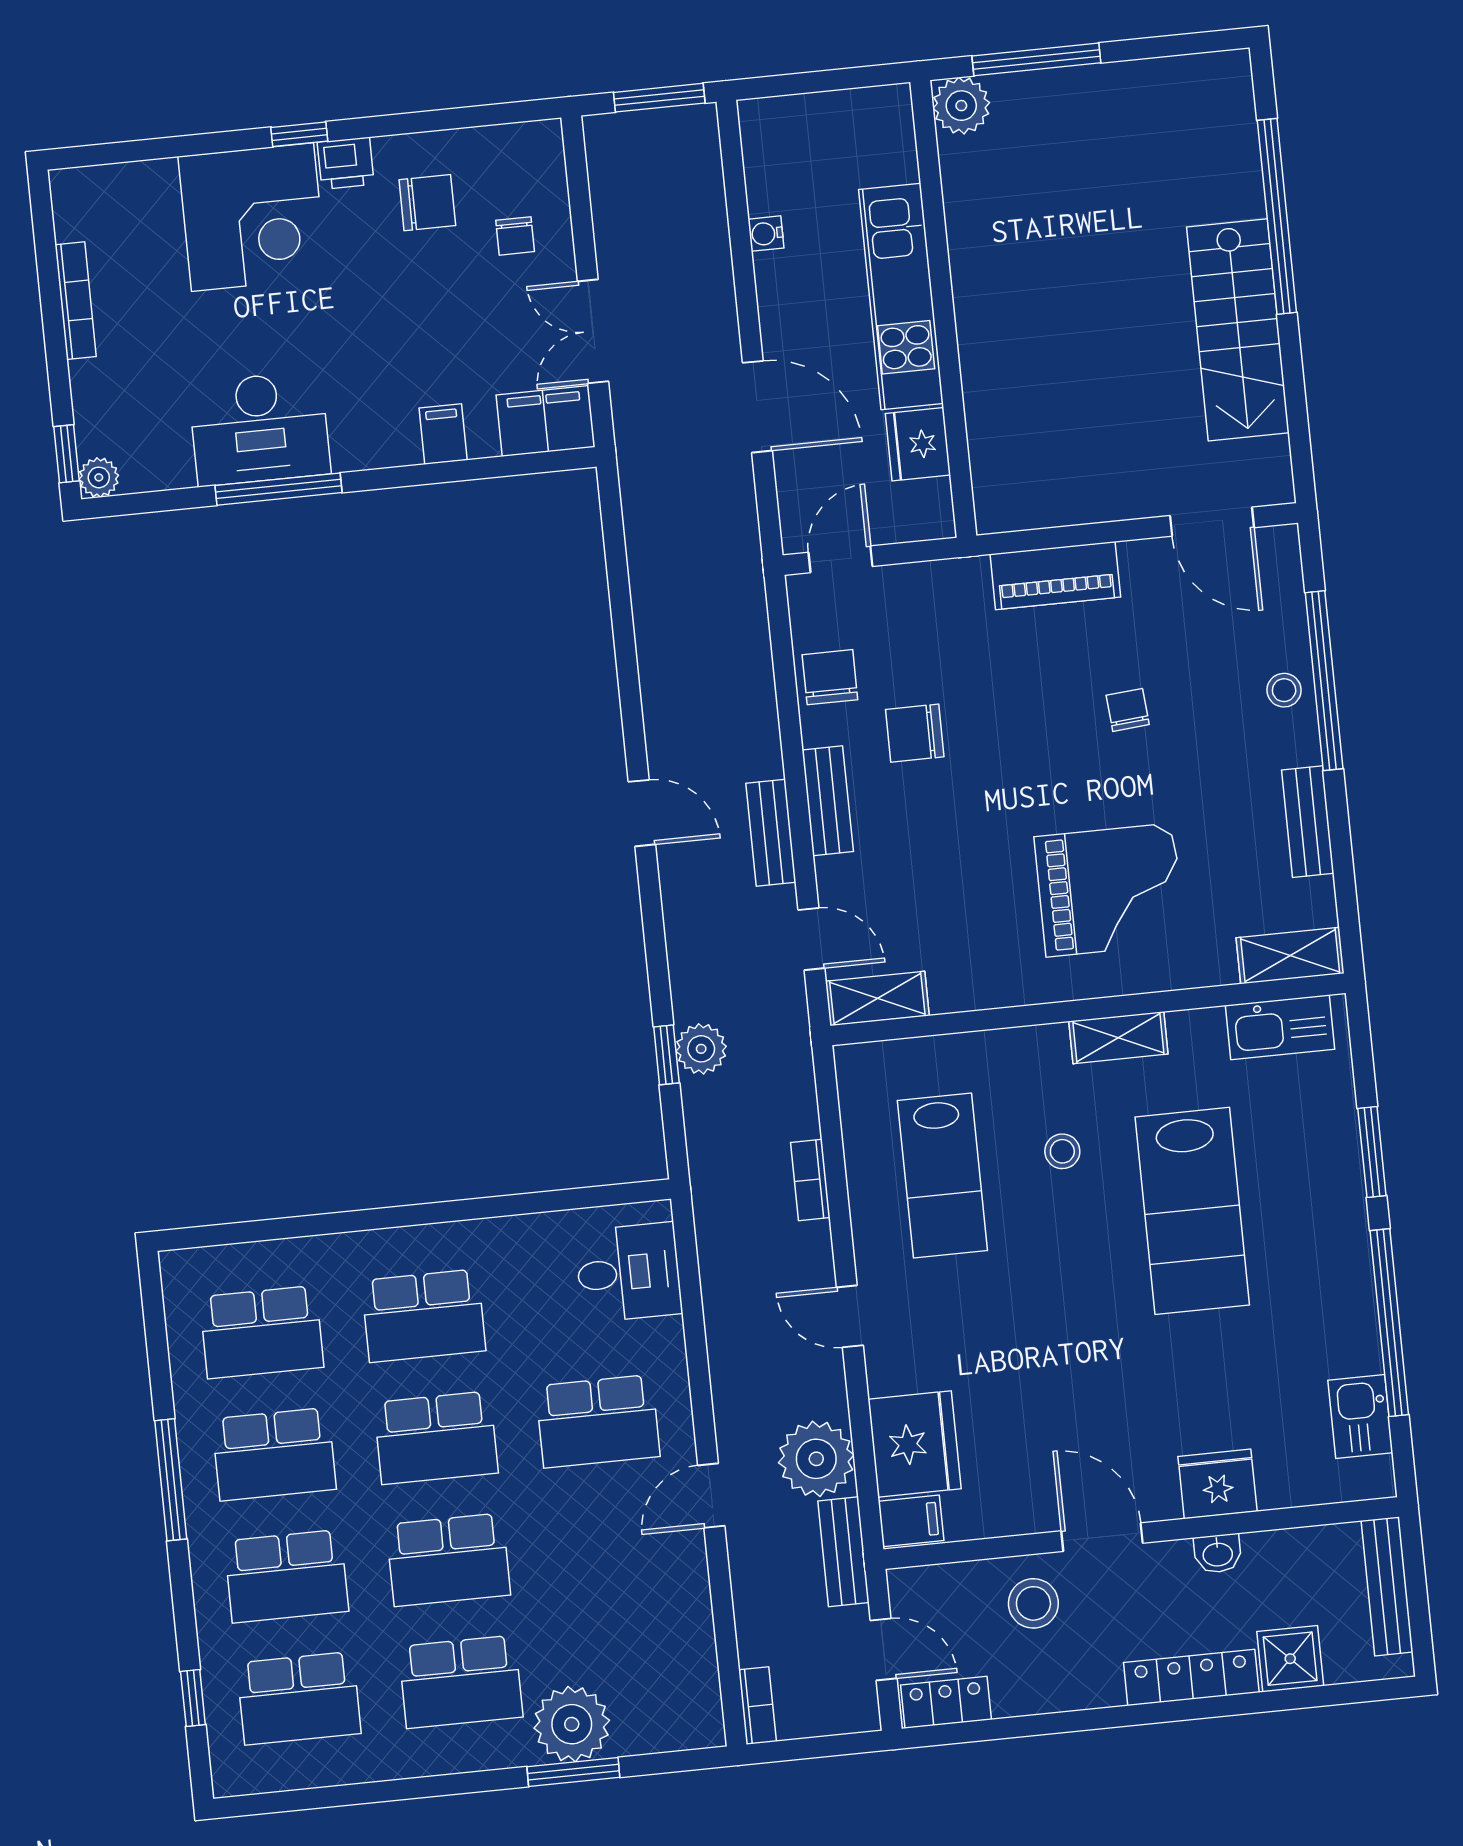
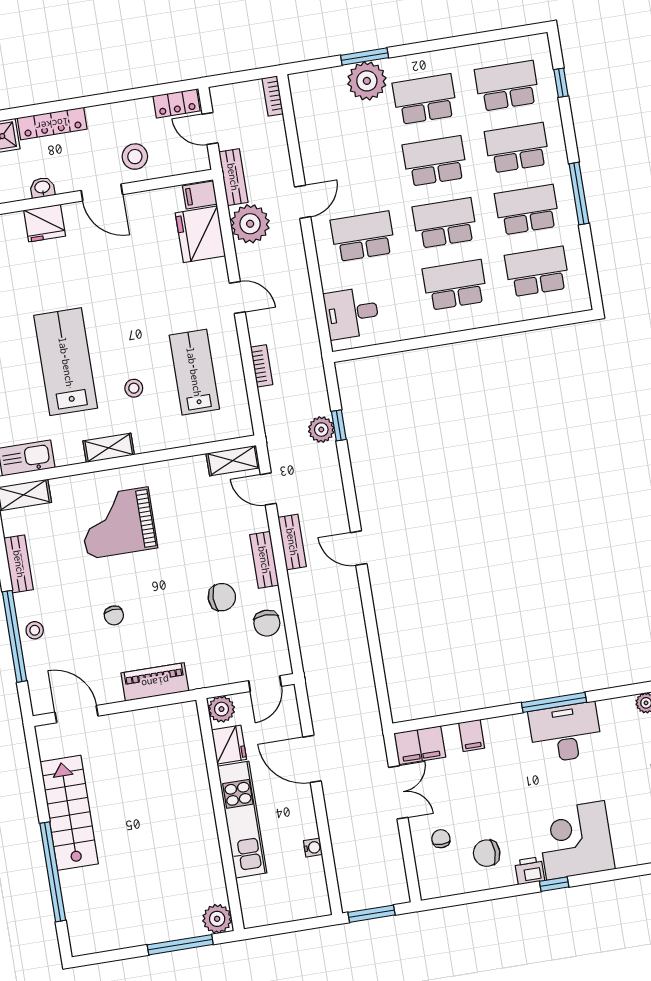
plant: (928, 515) -> (221, 709), added

